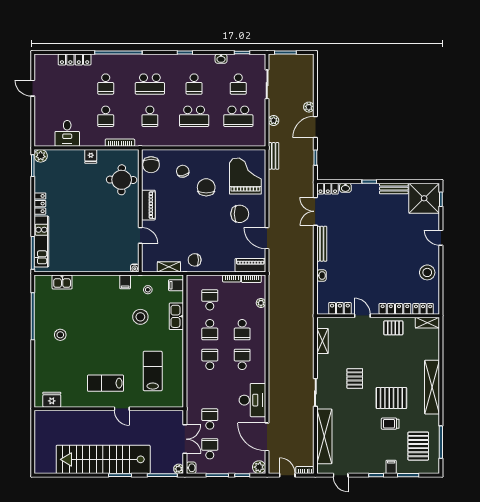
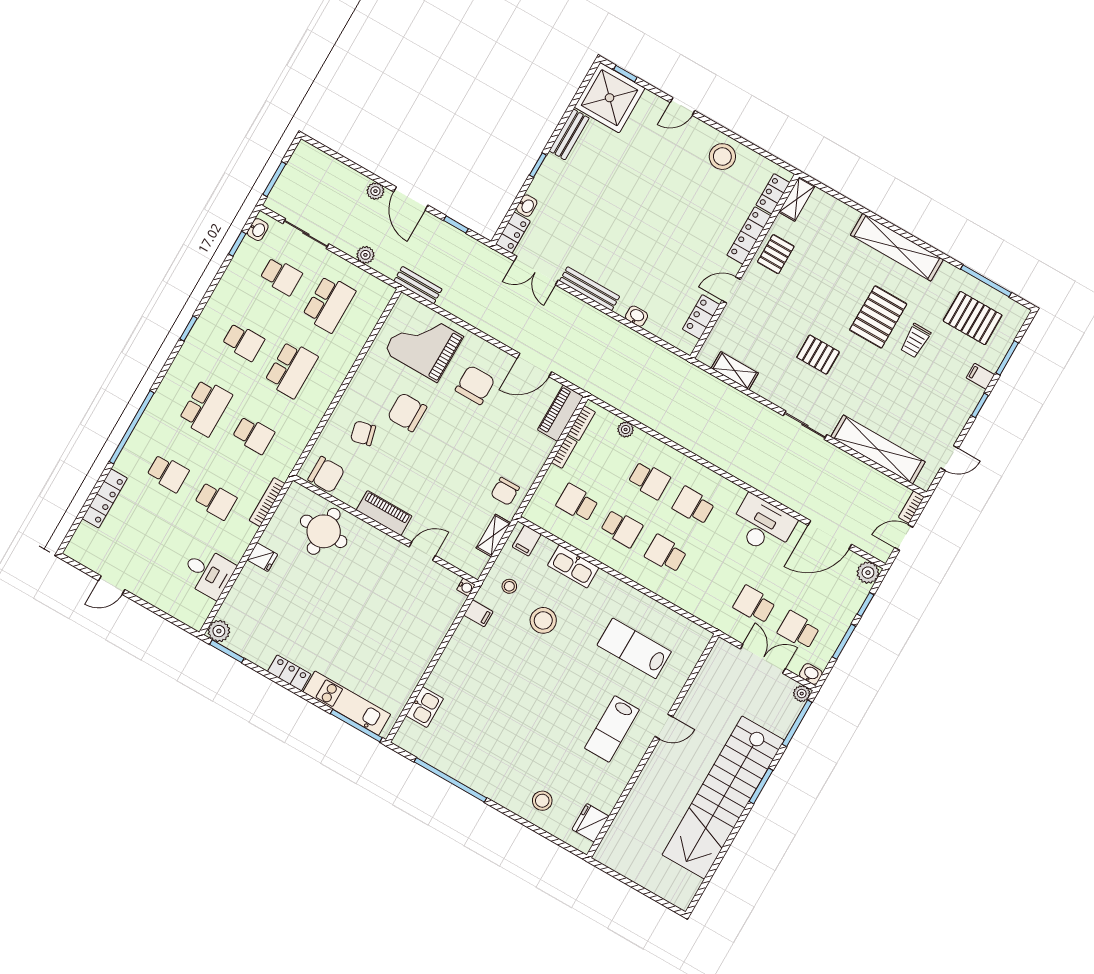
washbasin: (221, 59) -> (258, 230), moved
stool: (60, 335) -> (542, 801), moved

